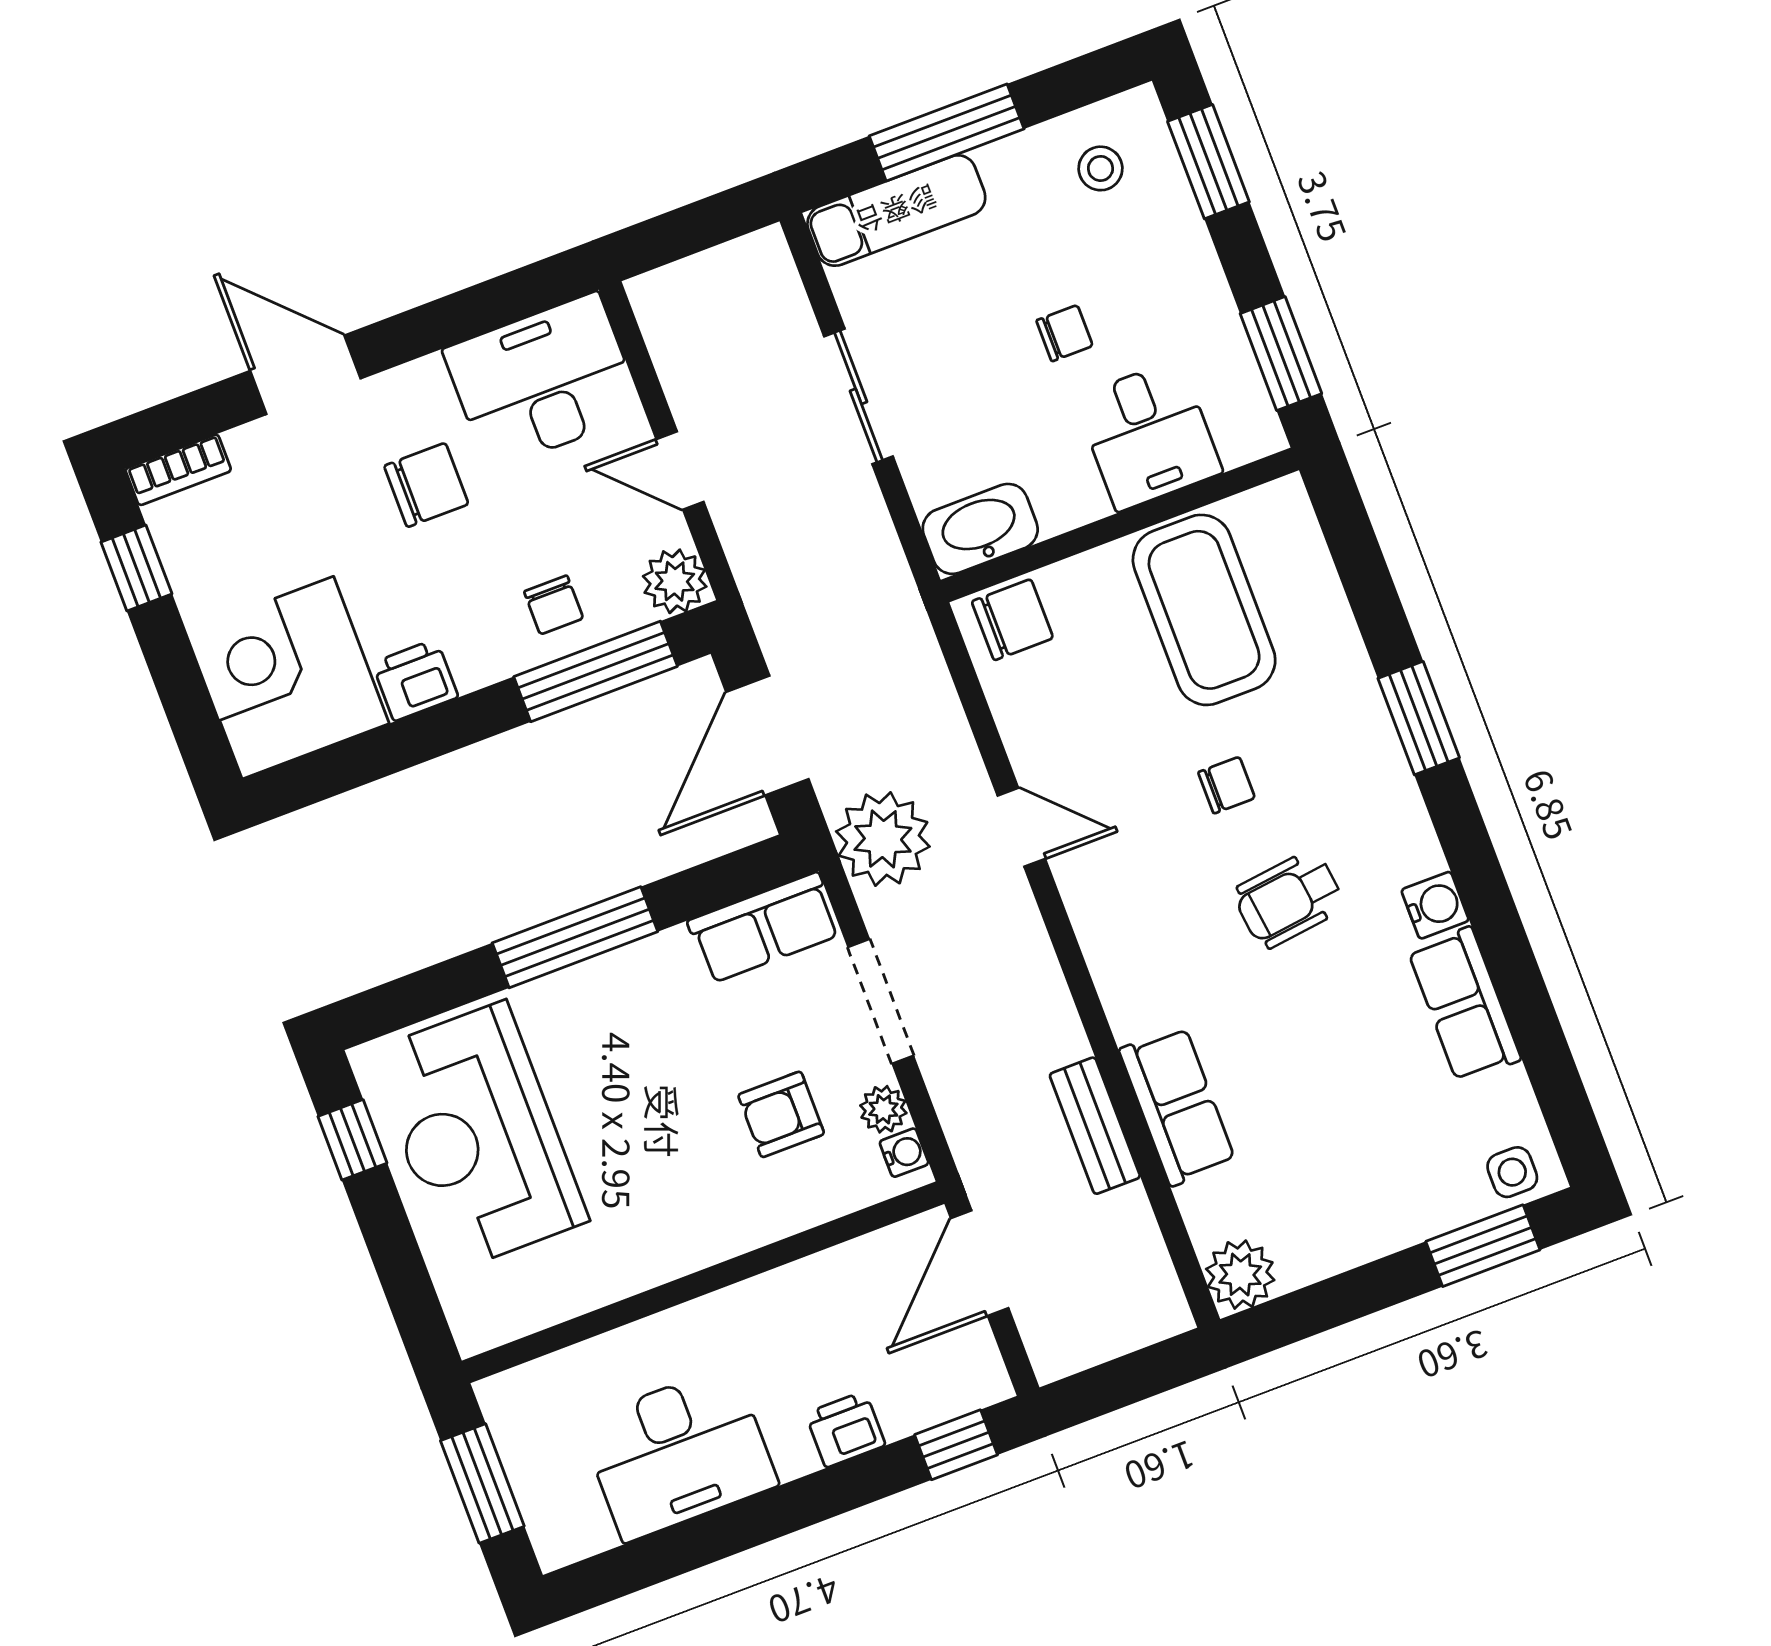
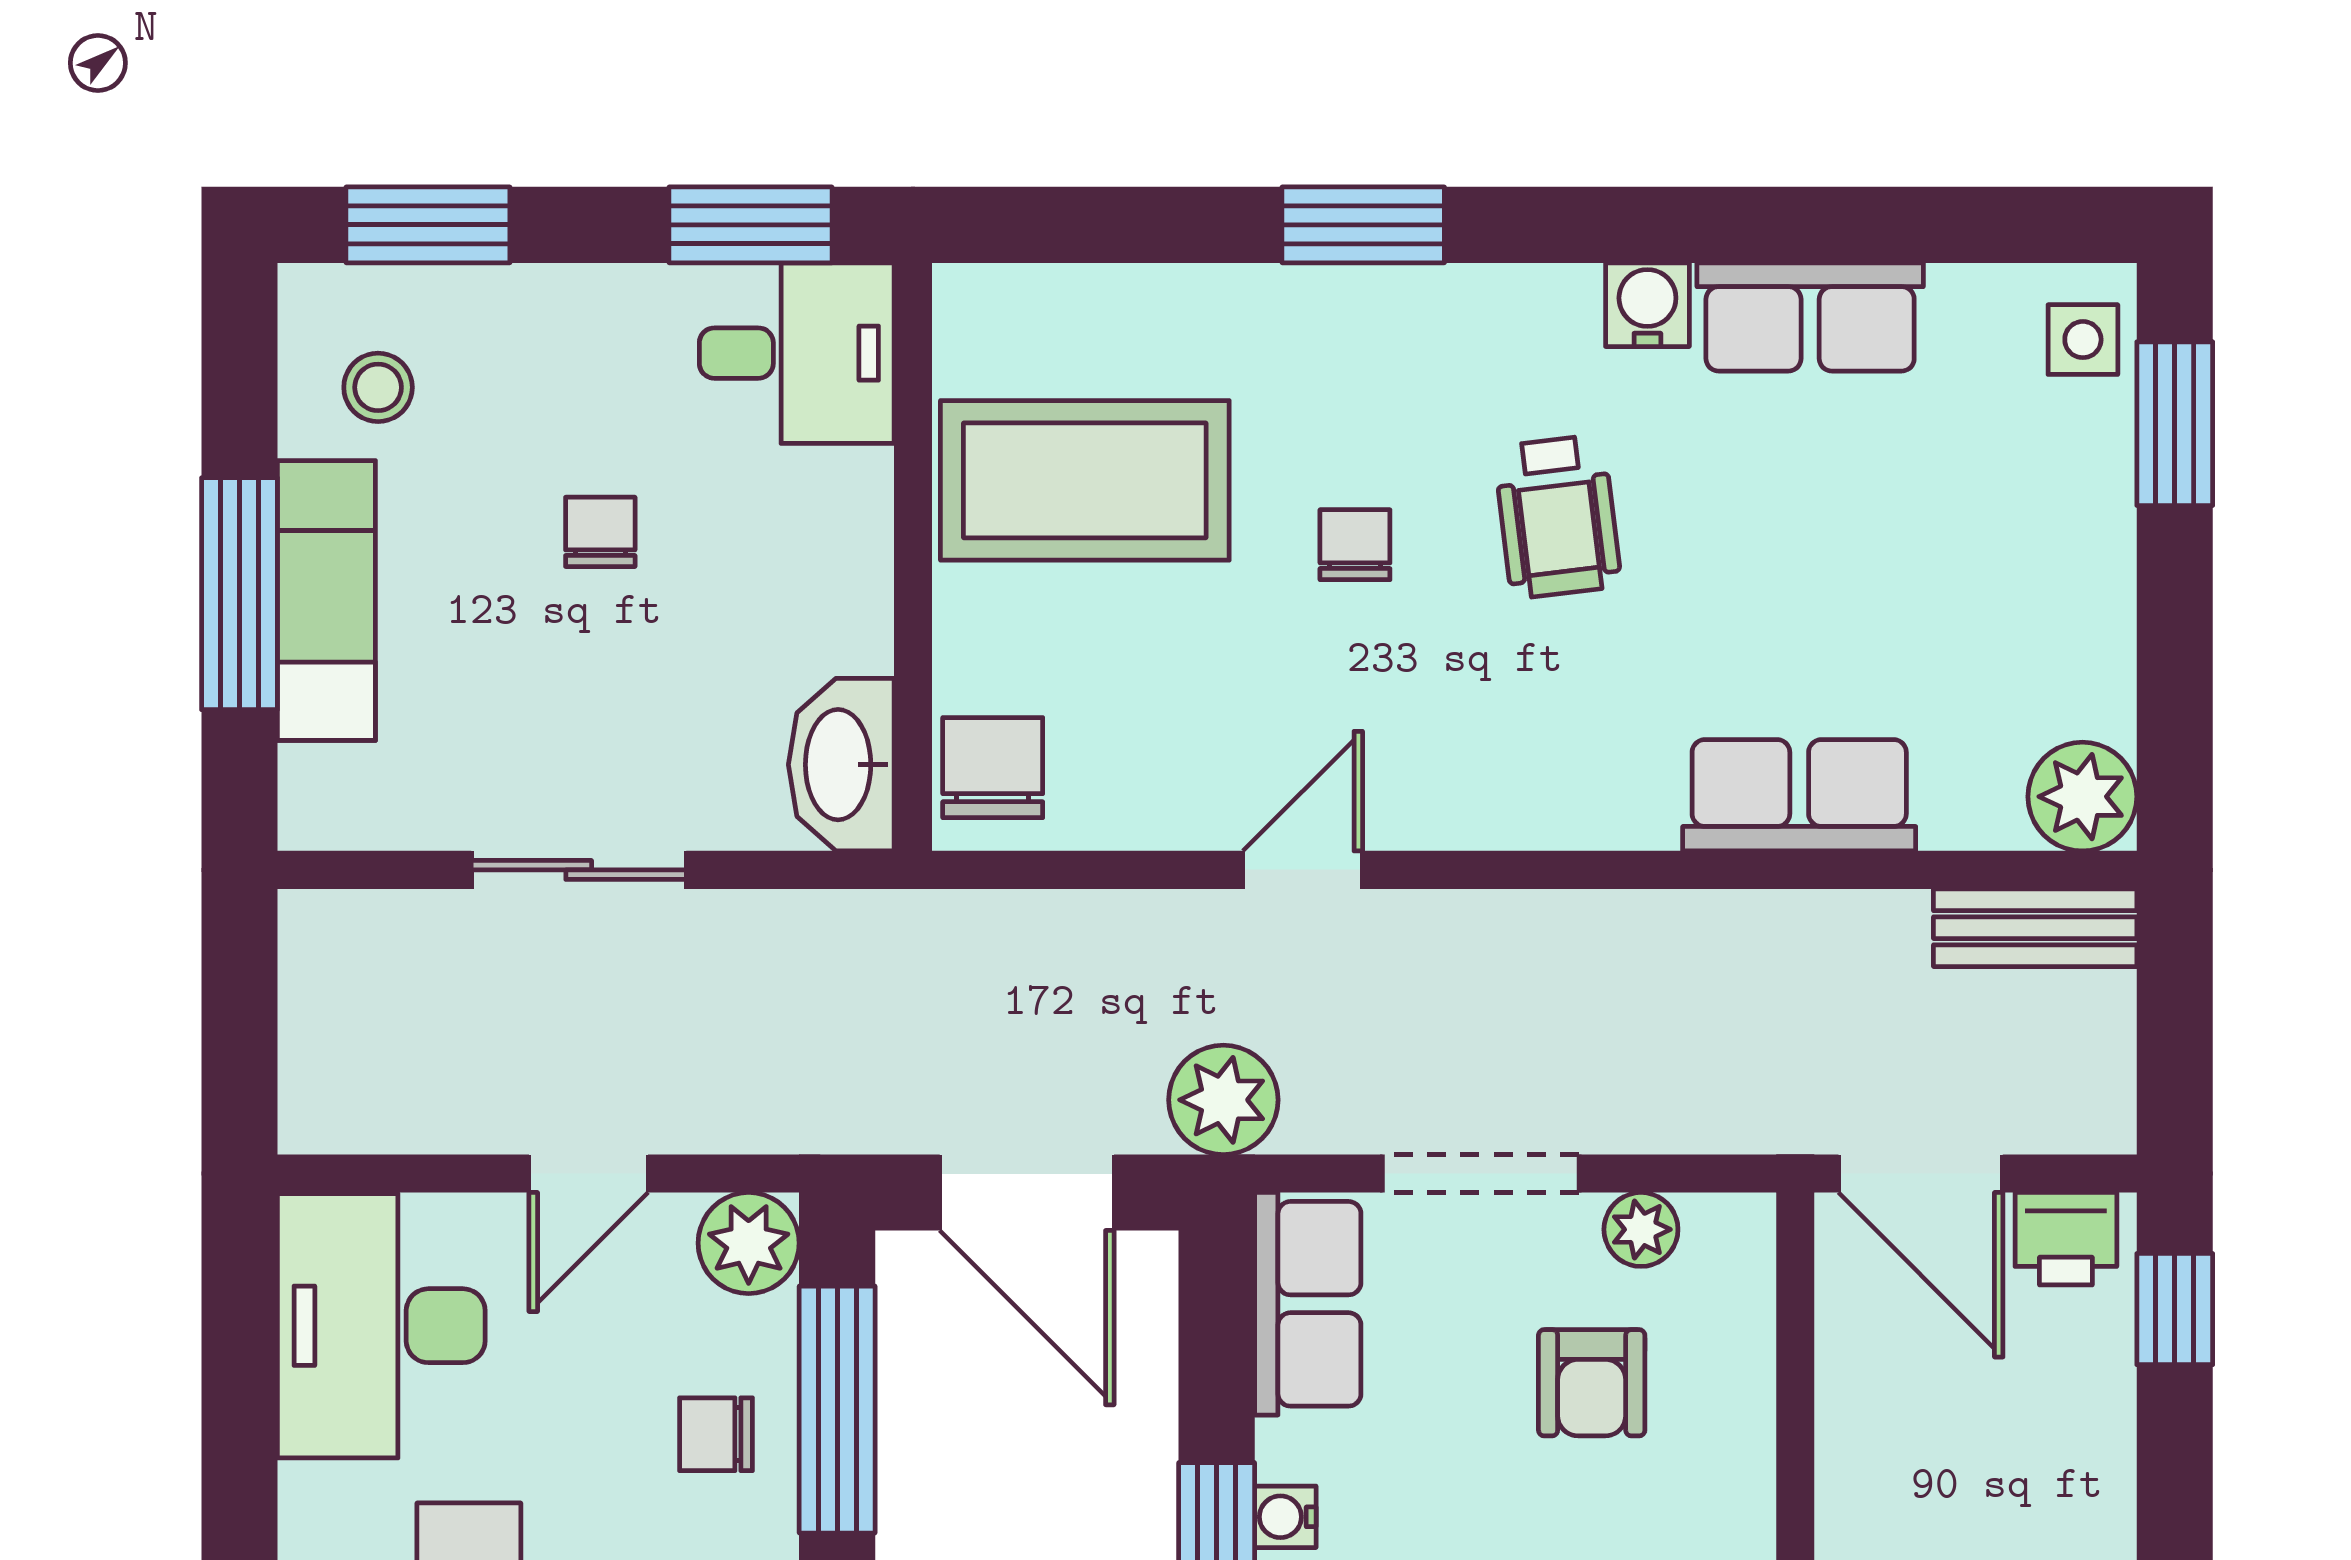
exam couch: (896, 211) -> (326, 601), moved
desk: (1148, 435) -> (797, 353), moved
chair: (554, 605) -> (716, 1434), turned 180
plant: (883, 839) -> (1223, 1100), width x0.73, depth x0.73
bench: (1095, 1126) -> (2035, 928), moved
water cooler: (904, 1153) -> (1285, 1517), moved, turned -90
printer: (845, 1429) -> (2066, 1239), moved, turned -90

